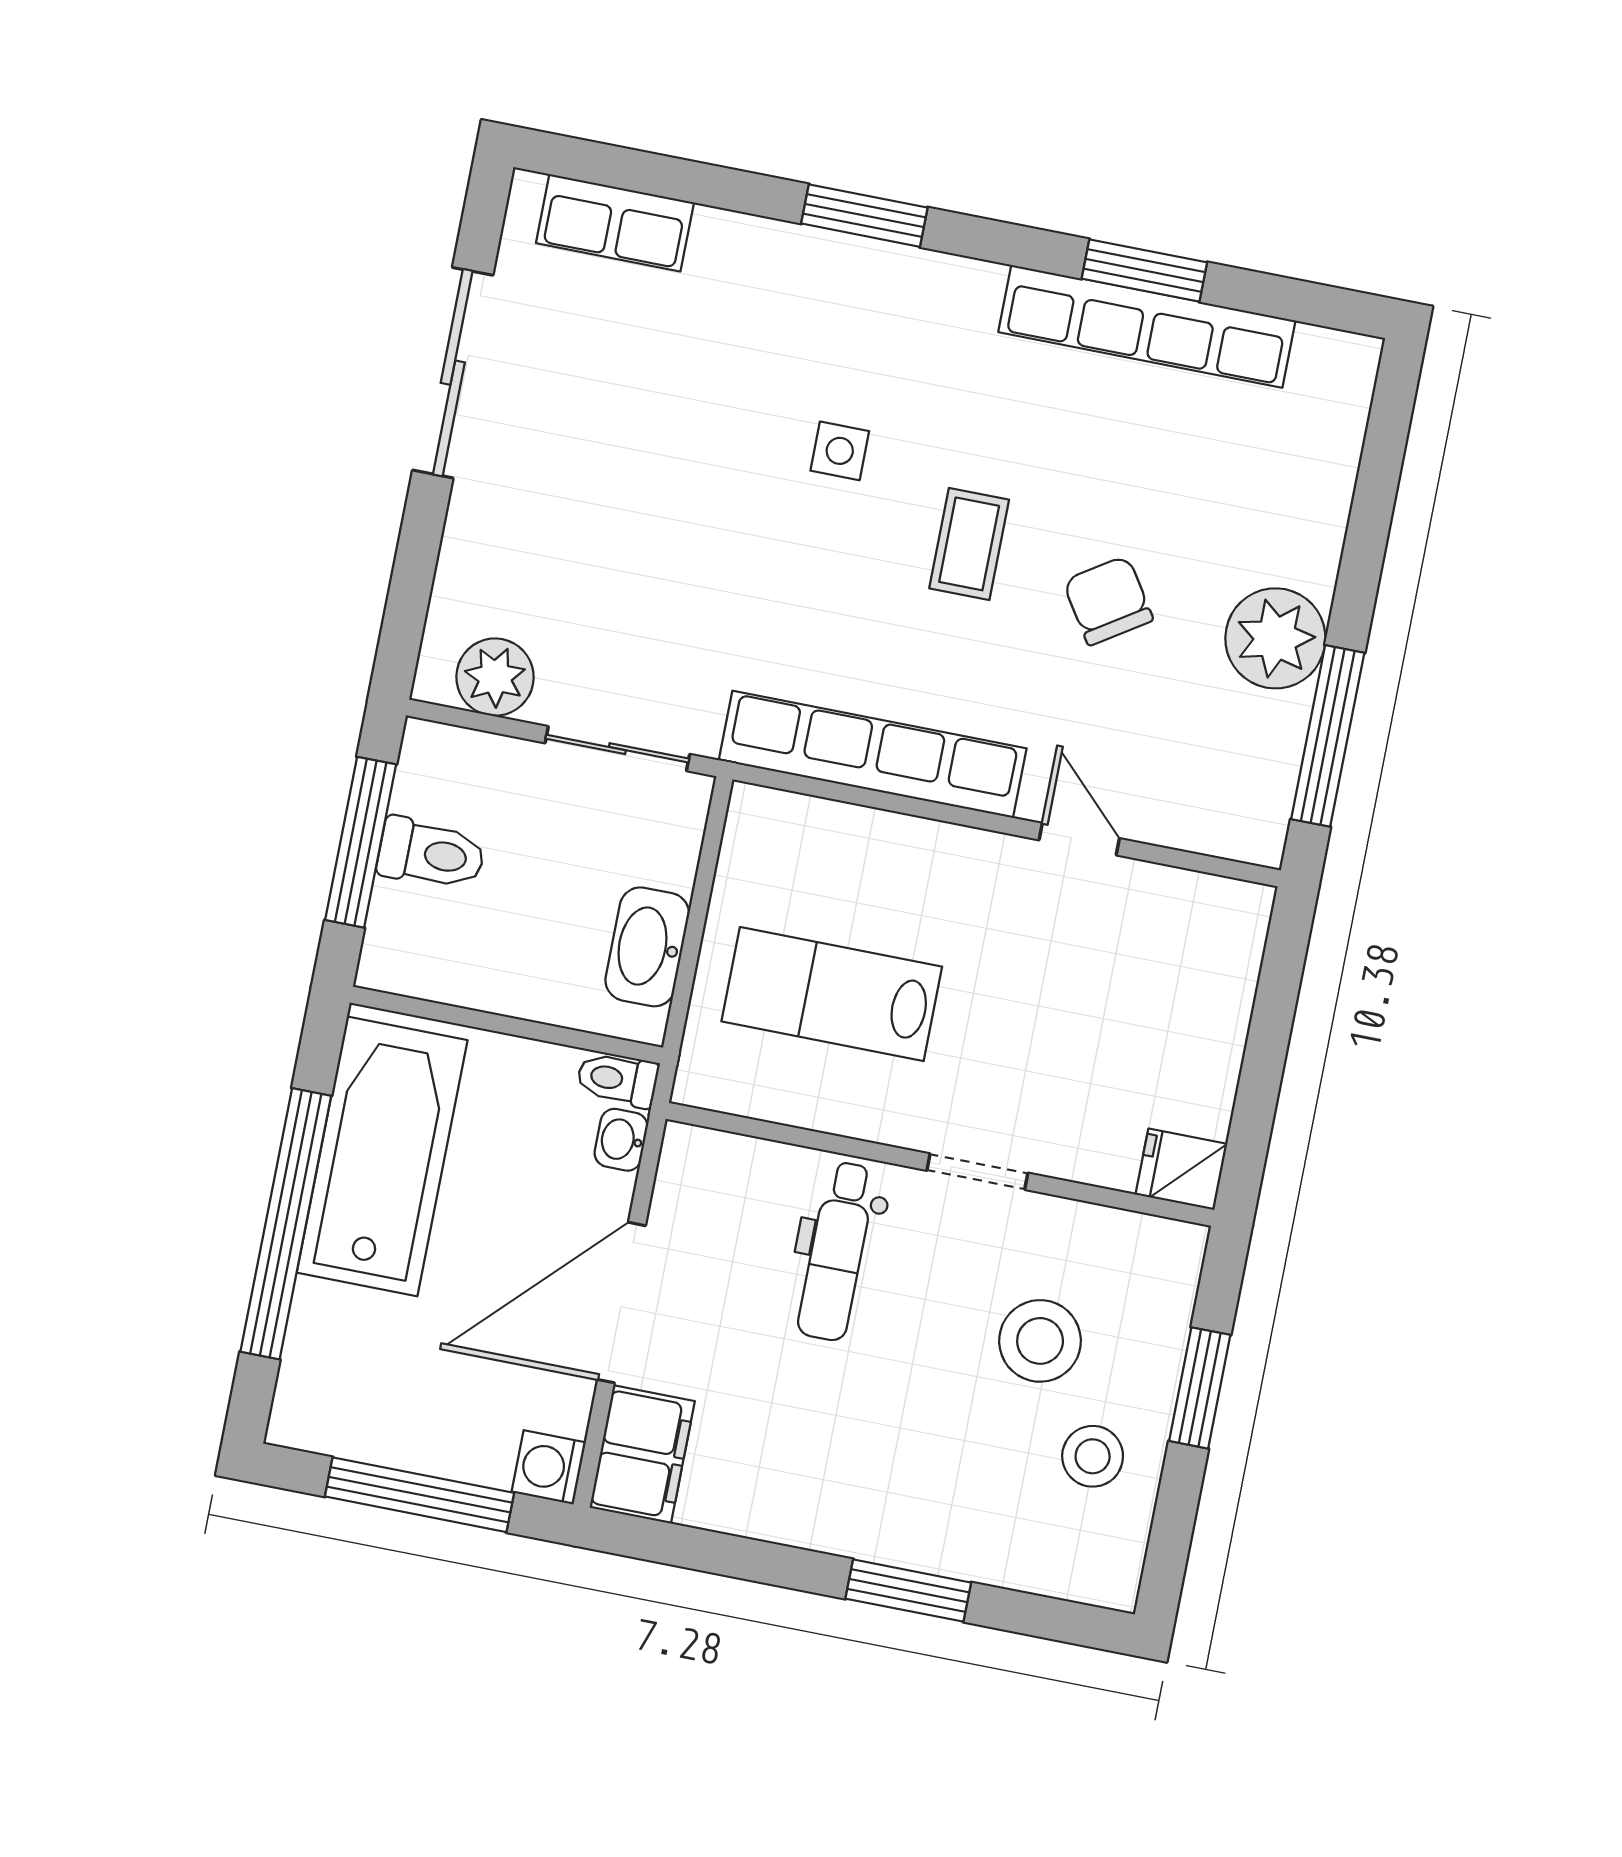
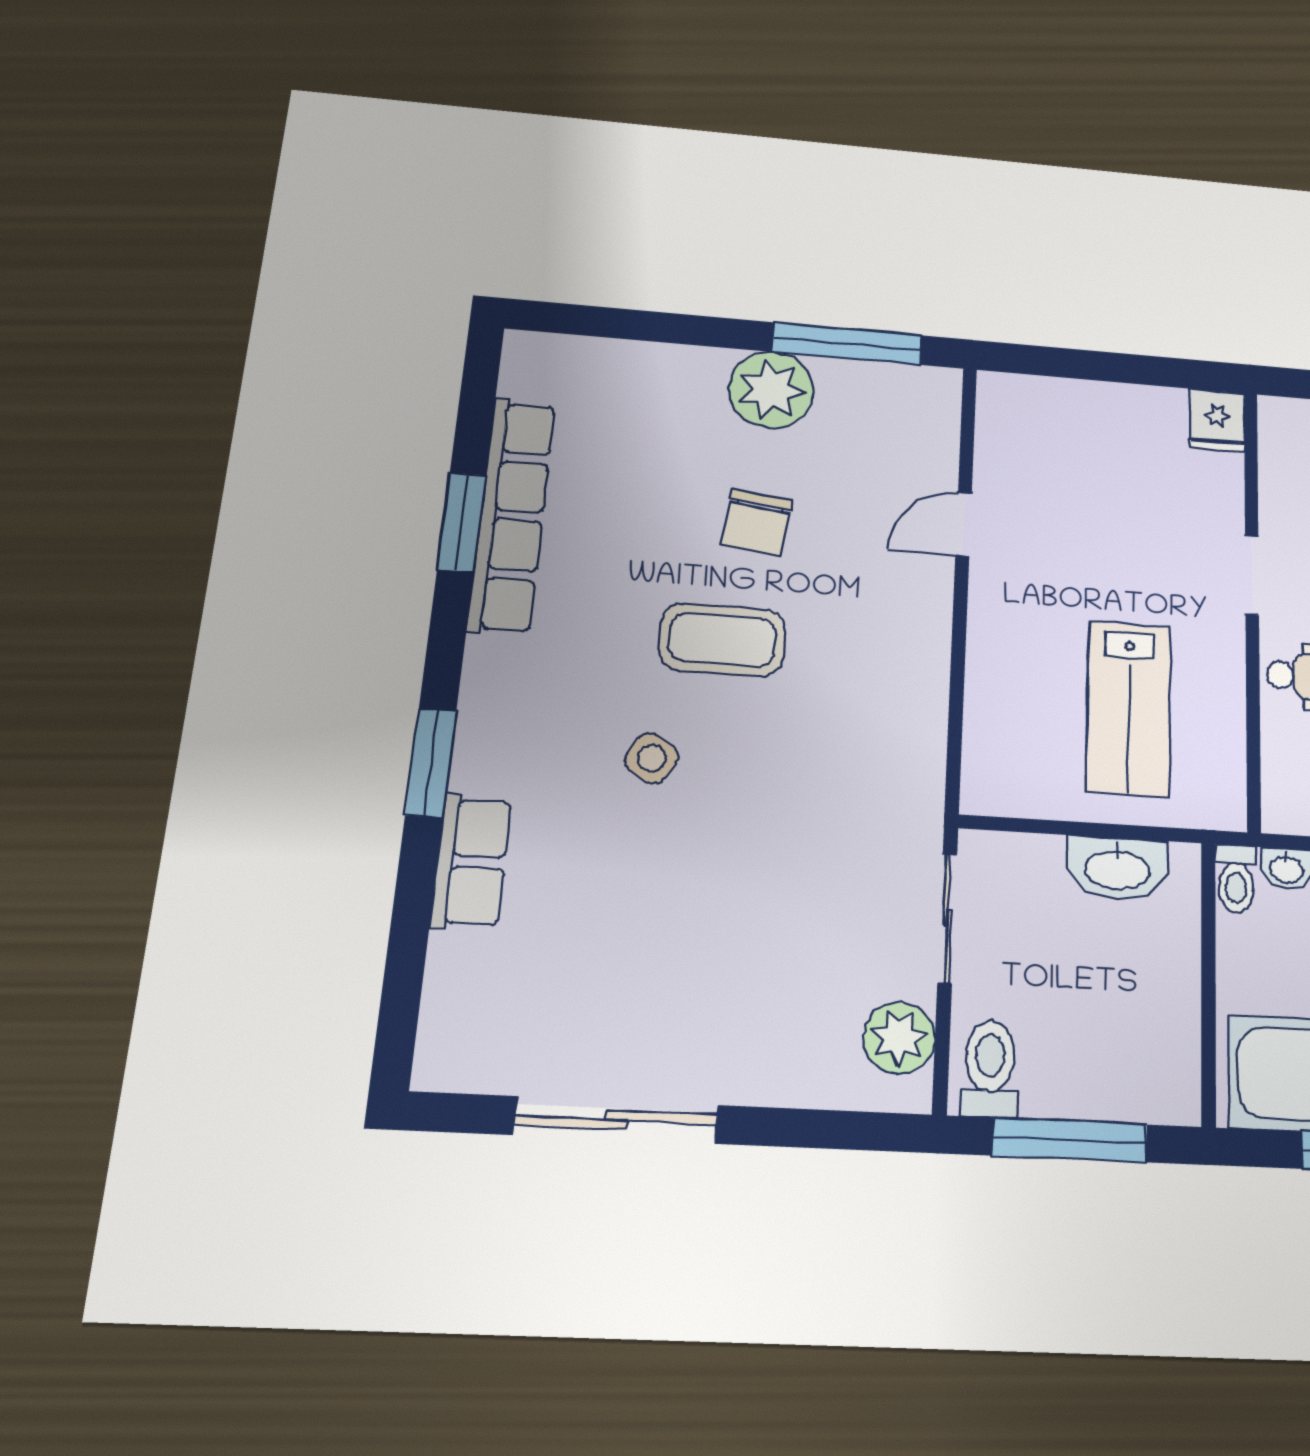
row of seats: (615, 223) -> (471, 862), moved
side table: (840, 451) -> (652, 758), turned 31
coffee table: (969, 544) -> (722, 640), width x1.36, depth x1.30
chair: (1108, 601) -> (757, 522), turned -50
row of seats: (873, 754) -> (918, 699), removed
toilet: (431, 854) -> (990, 1069), moved

